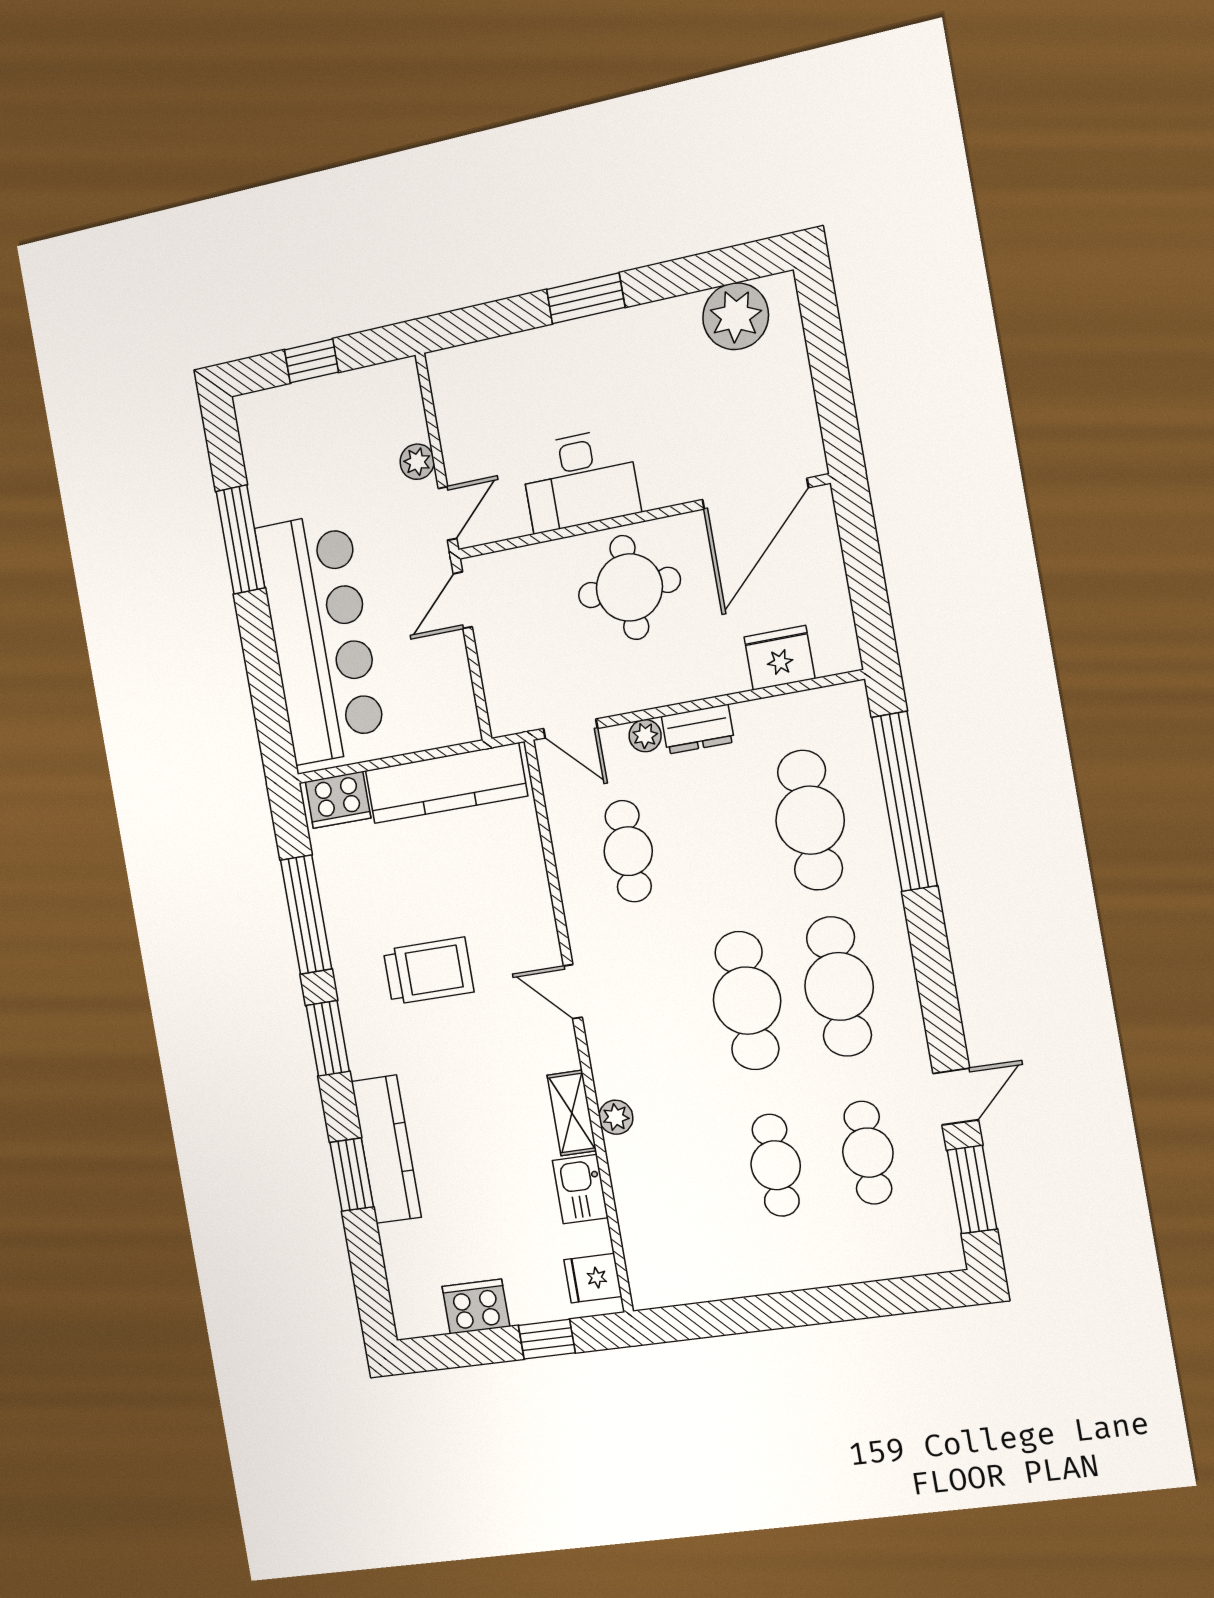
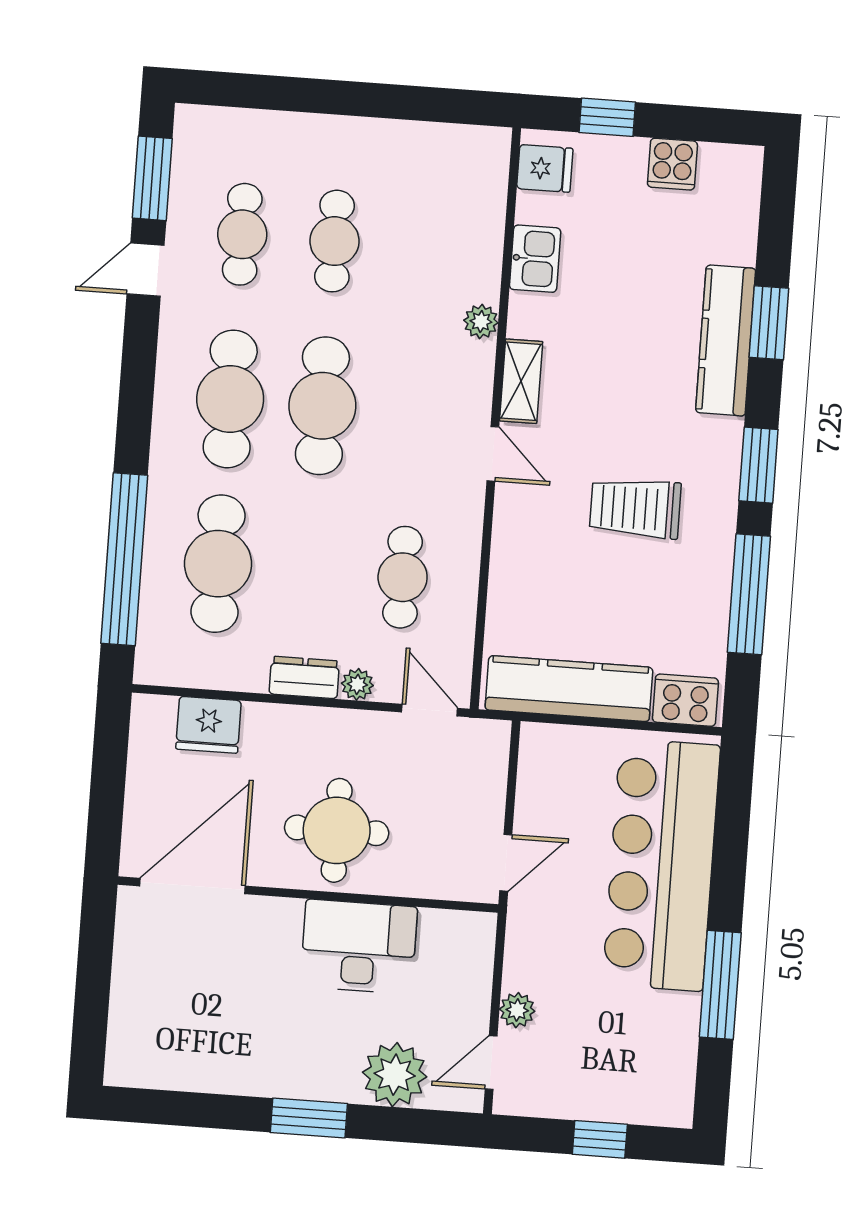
plant: (736, 316) -> (395, 1075), moved
door: (448, 513) -> (491, 1063), moved
shelving: (572, 1113) -> (521, 381), moved
cooker: (476, 1306) -> (672, 164), width x0.73

